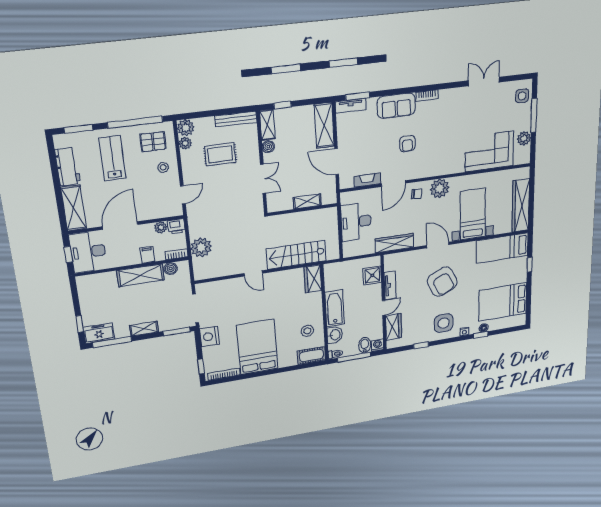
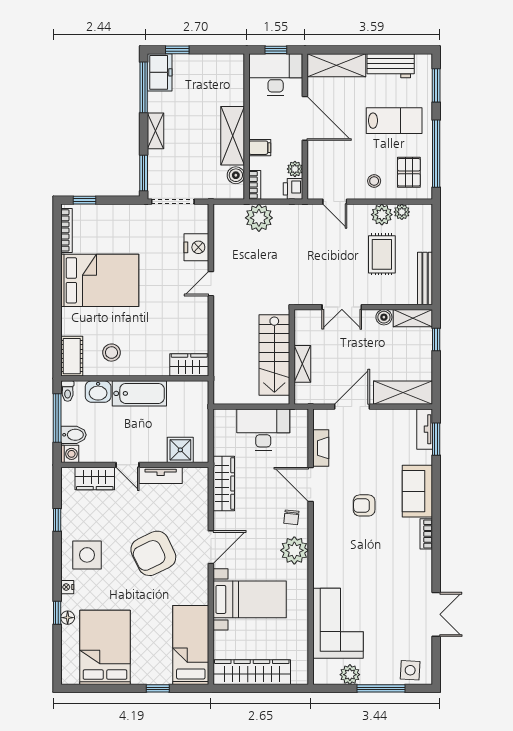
plant: (186, 128) -> (382, 215), moved
stairs: (296, 255) -> (274, 355), moved, turned 180
nightstand: (210, 336) -> (196, 247), moved, turned 90

